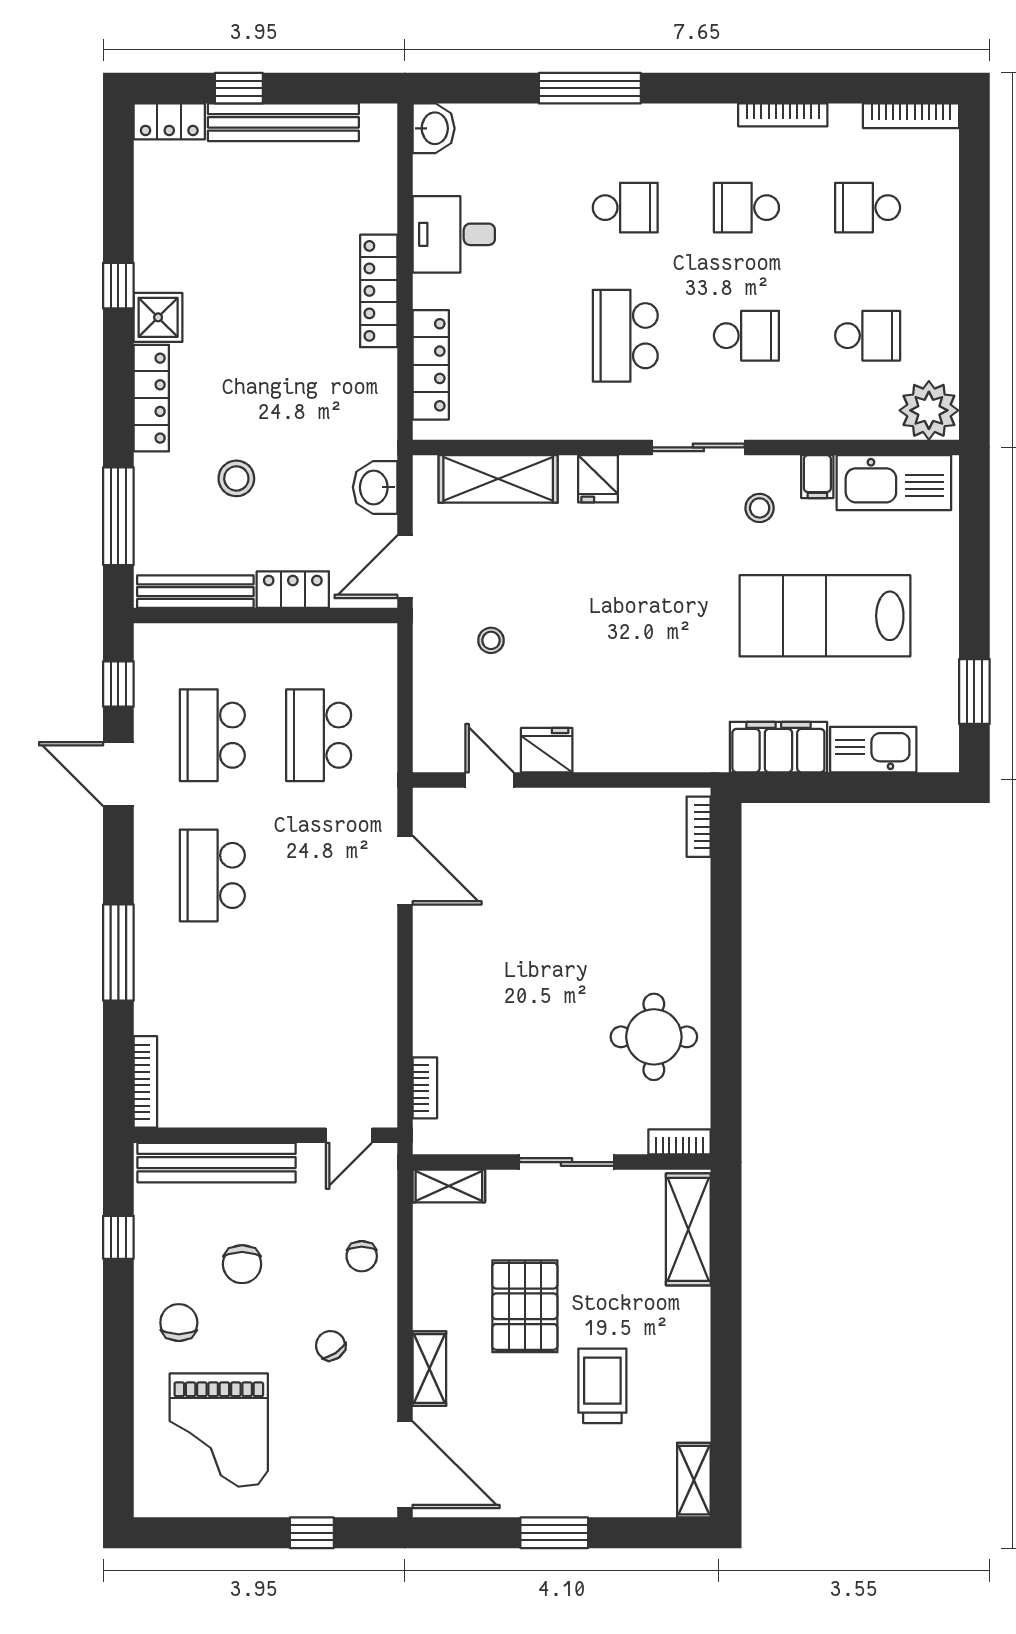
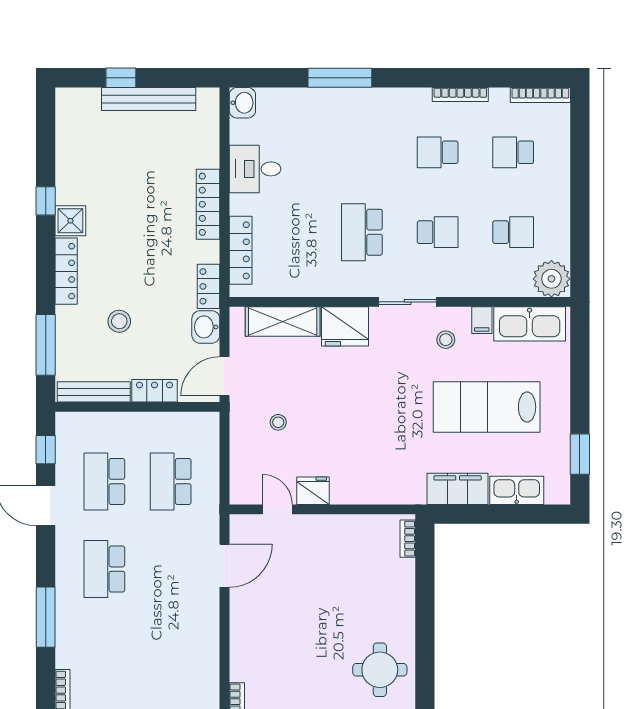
locker: (169, 121) -> (209, 286), moved, turned 90
school desk: (625, 208) -> (362, 152), removed
fridge: (598, 479) -> (345, 326), width x1.88, depth x1.34
door: (405, 870) -> (224, 566), hinge flipped

